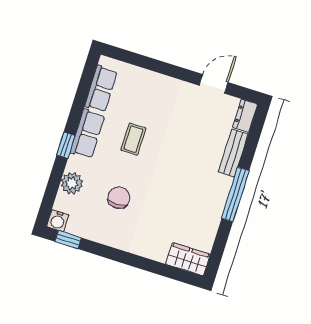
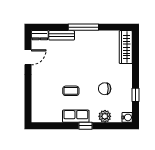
door: (214, 84) -> (28, 57), swing flipped
row of seats: (101, 89) -> (50, 117), removed
window: (68, 240) -> (136, 95), moved
wardrobe: (188, 259) -> (126, 47), width x1.50

